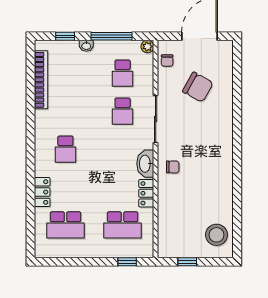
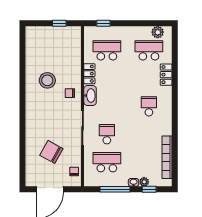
plant: (147, 47) -> (144, 182), moved
school desk: (123, 73) -> (107, 162), width x1.85
stool: (216, 235) -> (47, 80), moved
plant: (54, 250) -> (158, 32), added

